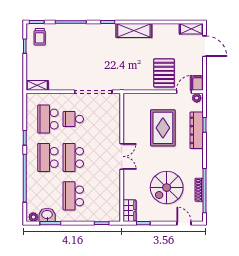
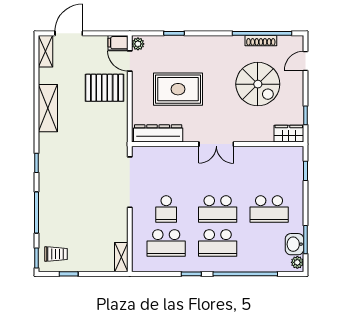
shelving: (134, 31) -> (48, 108), moved
dresser: (197, 130) -> (158, 133), moved, turned 180
double door: (122, 156) -> (216, 144), swing flipped

